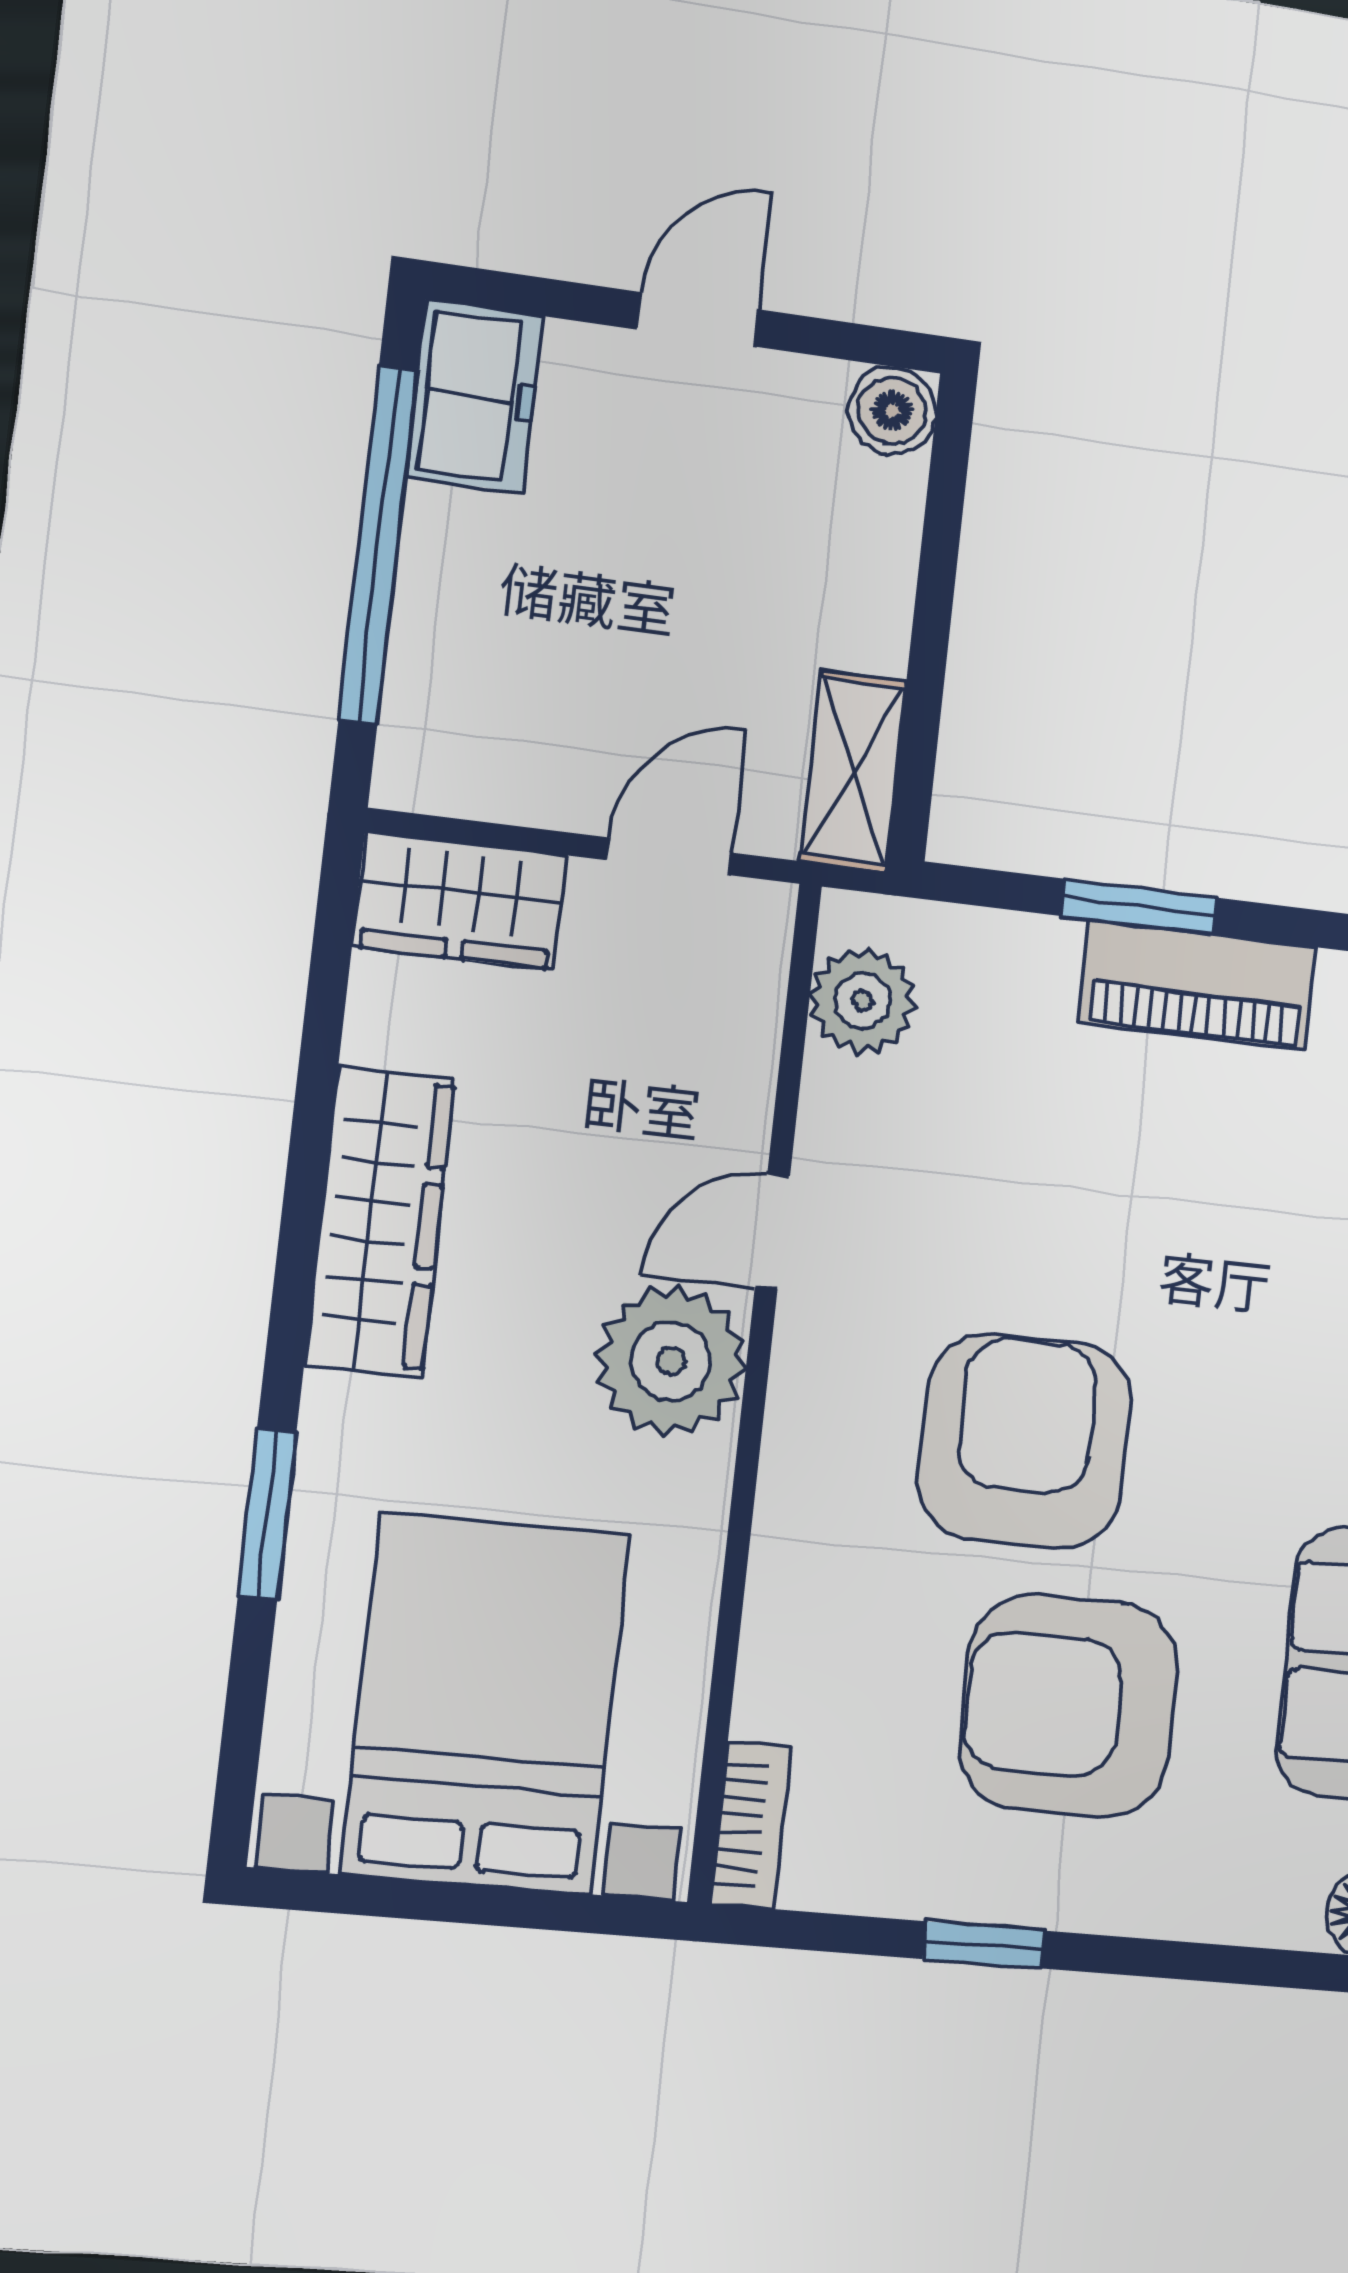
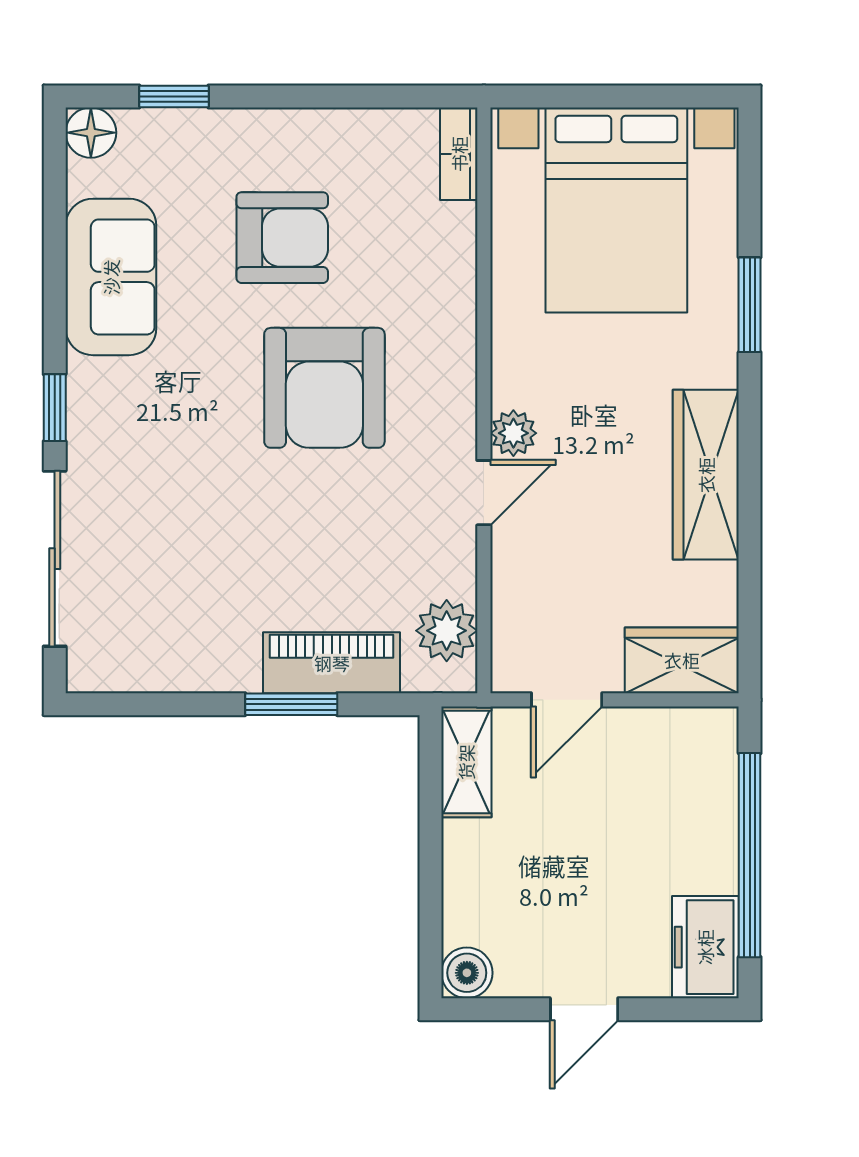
piano: (1197, 985) -> (332, 663), moved
plant: (671, 1361) -> (513, 433), width x0.53, depth x0.53
armchair: (1068, 1706) -> (282, 238), width x0.73, depth x0.73
window: (984, 1945) -> (174, 97), moved

